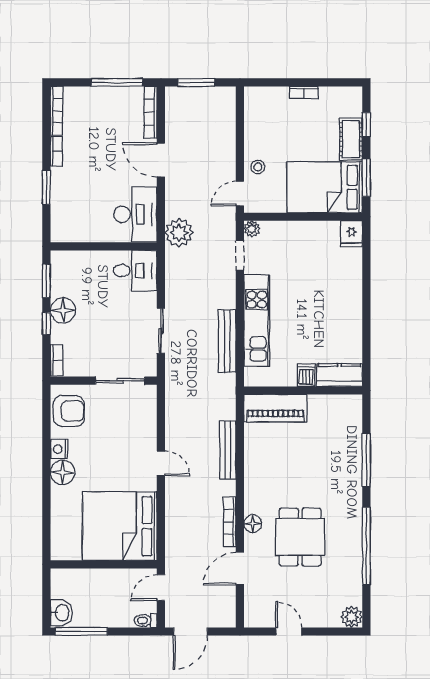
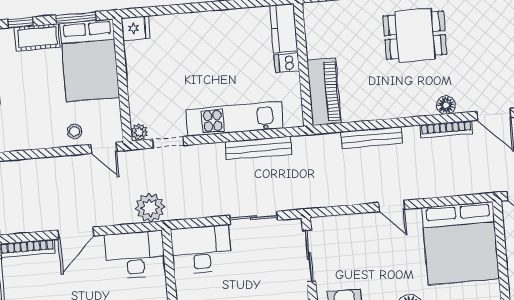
desk: (135, 271) -> (201, 249), width x1.37
door: (161, 463) -> (392, 206), swing flipped
dining table: (300, 537) -> (415, 35), moved

